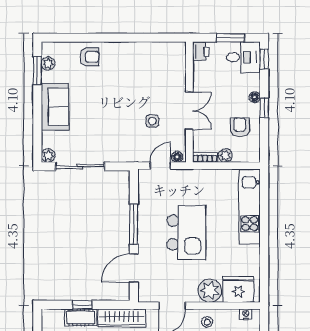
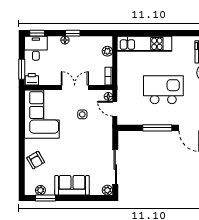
window: (230, 38) -> (22, 69), moved
armchair: (90, 57) -> (36, 160), turned 150
corner sofa: (153, 65) -> (42, 114), added
armchair: (240, 127) -> (87, 51), removed
plant: (225, 156) -> (107, 51), moved

